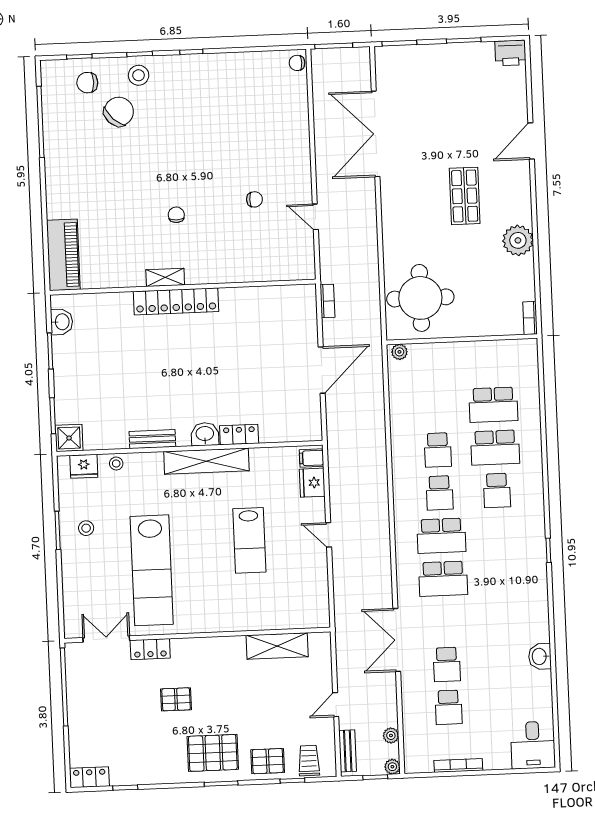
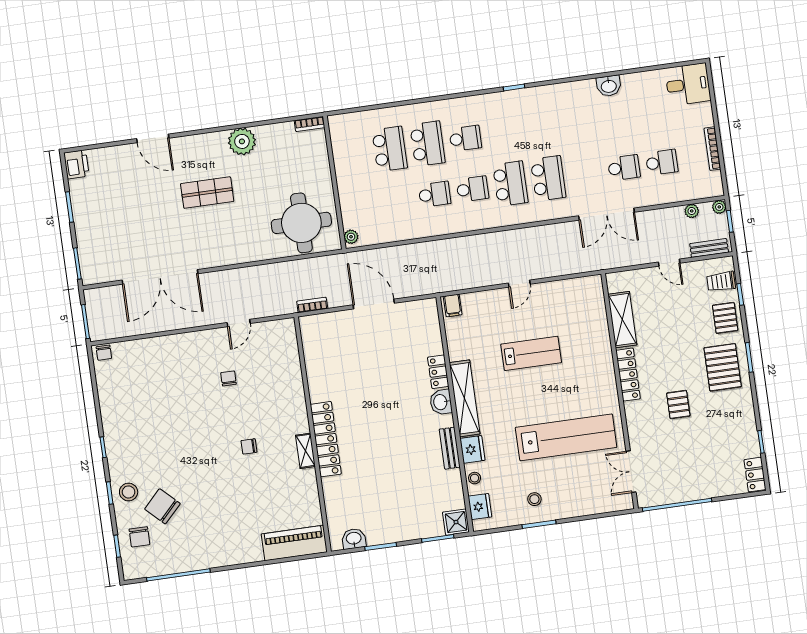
fridge: (312, 483) -> (472, 449), moved, turned -90
locker: (150, 649) -> (628, 375), moved, width x1.53

